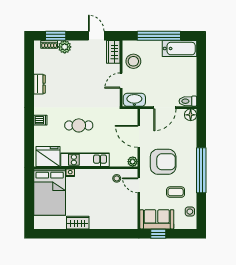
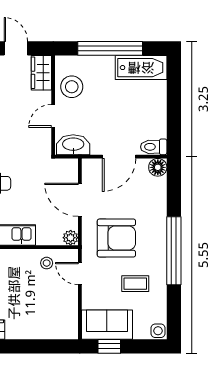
side table: (190, 212) -> (158, 331), moved

